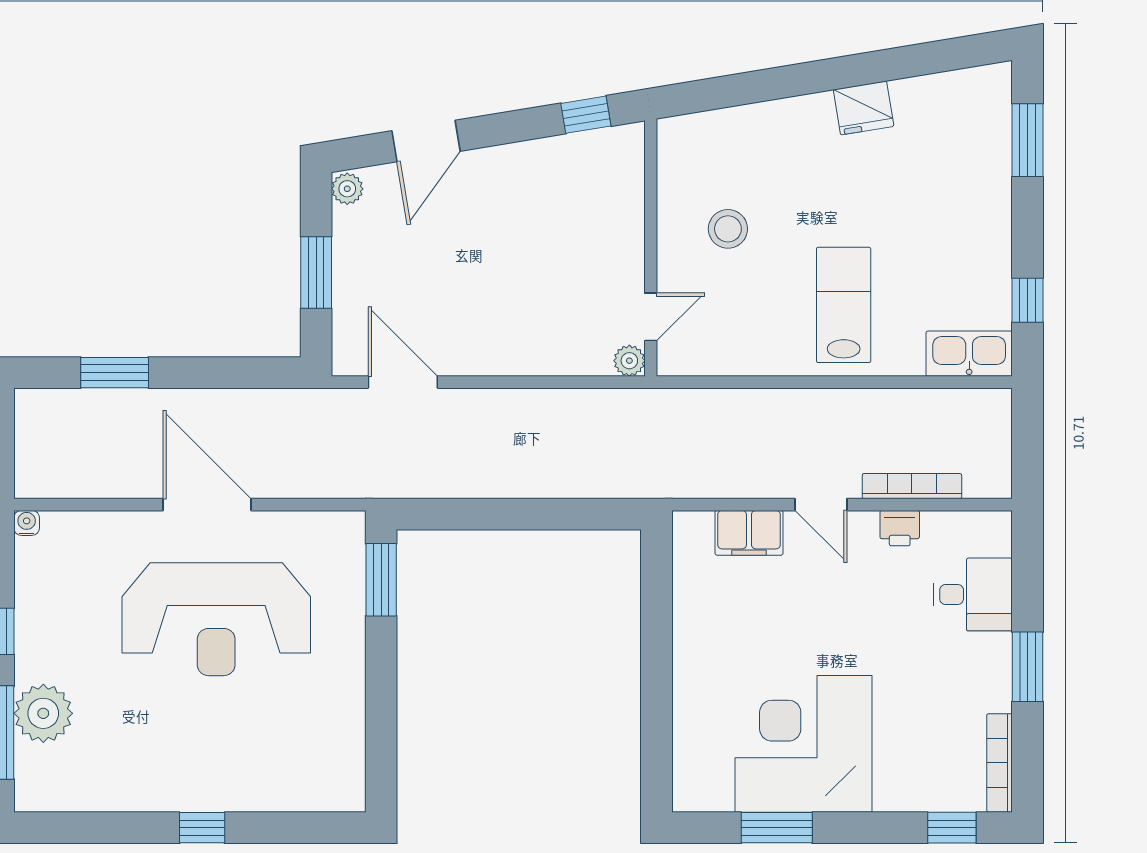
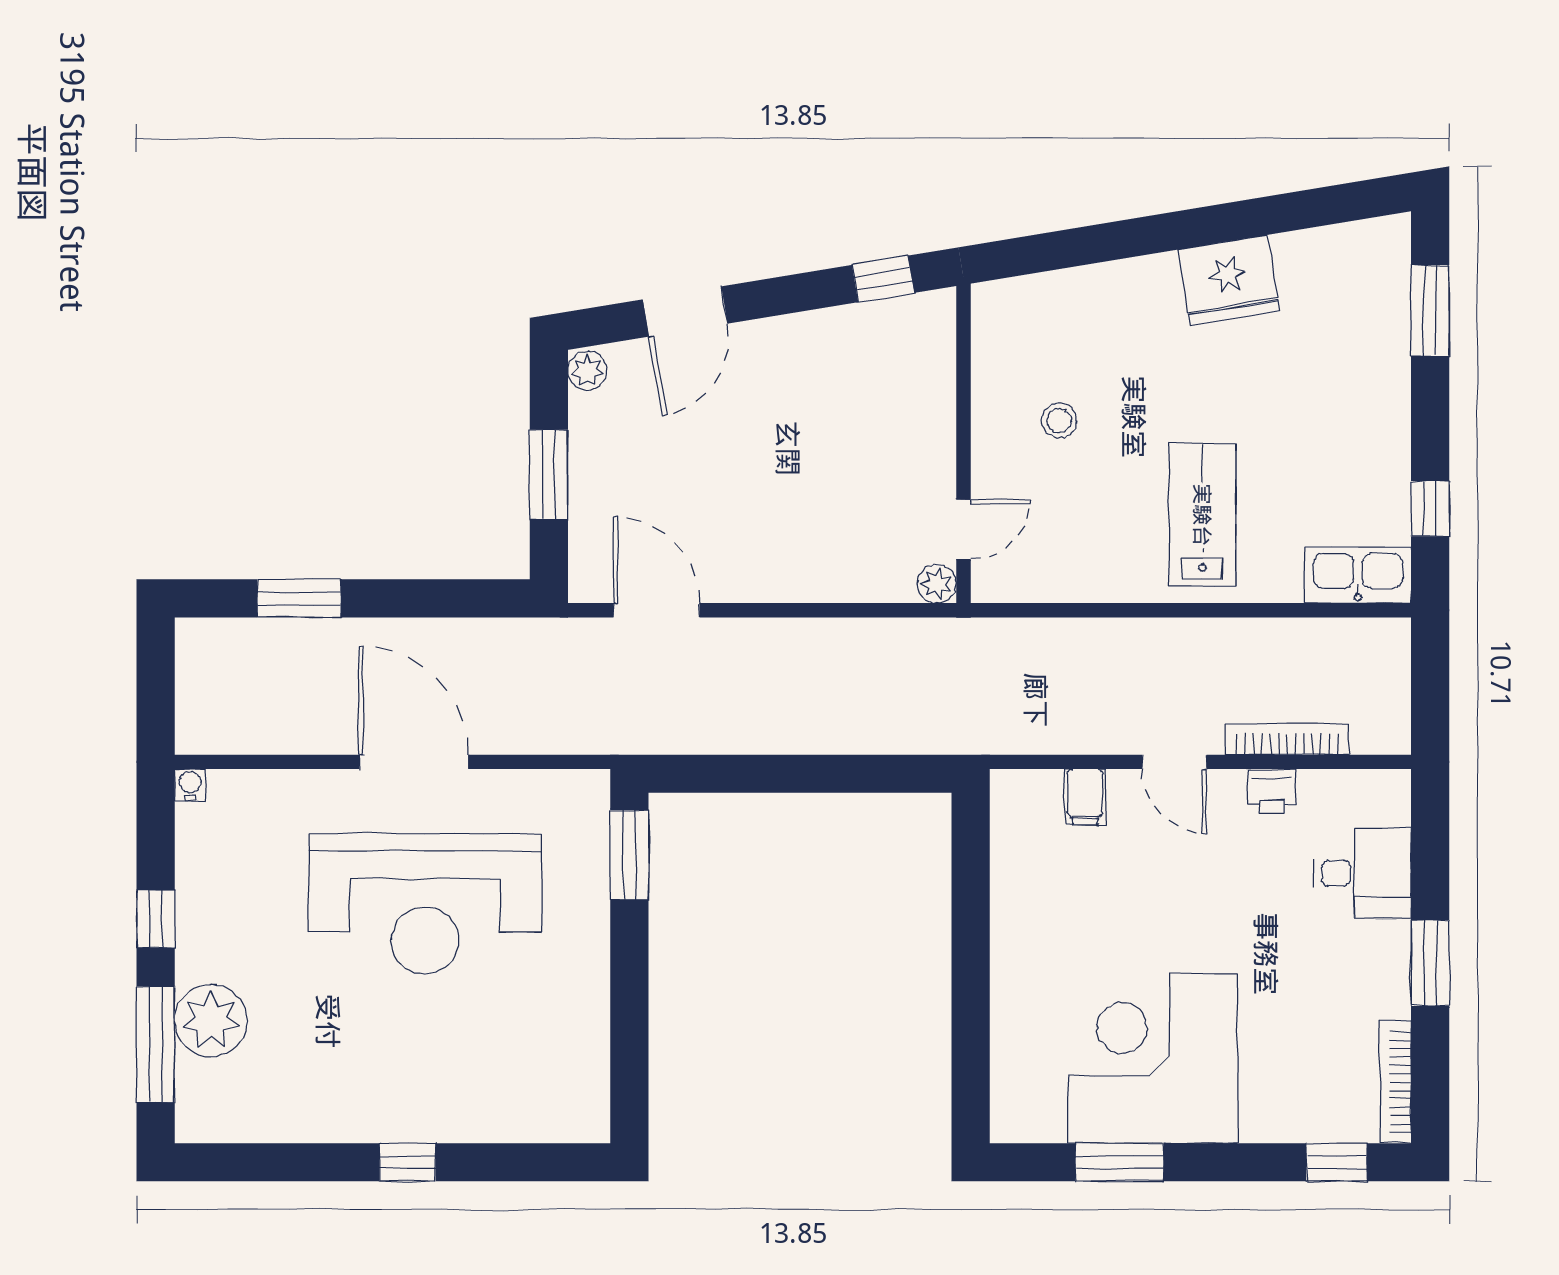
fridge: (864, 108) -> (1229, 280), width x1.36, depth x1.34
stool: (728, 229) -> (1059, 420), width x0.73, depth x0.73
filing cabinet: (749, 533) -> (1085, 797), width x0.50

